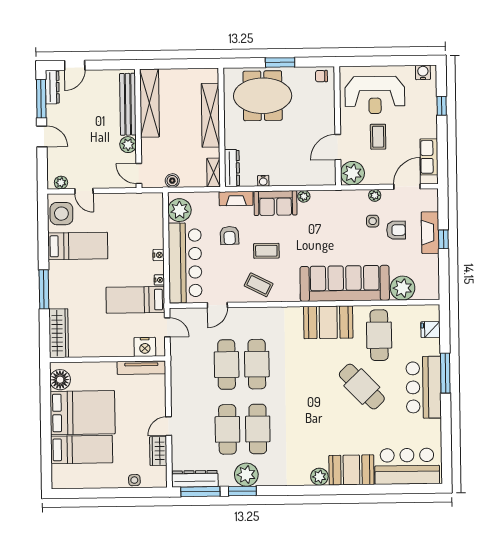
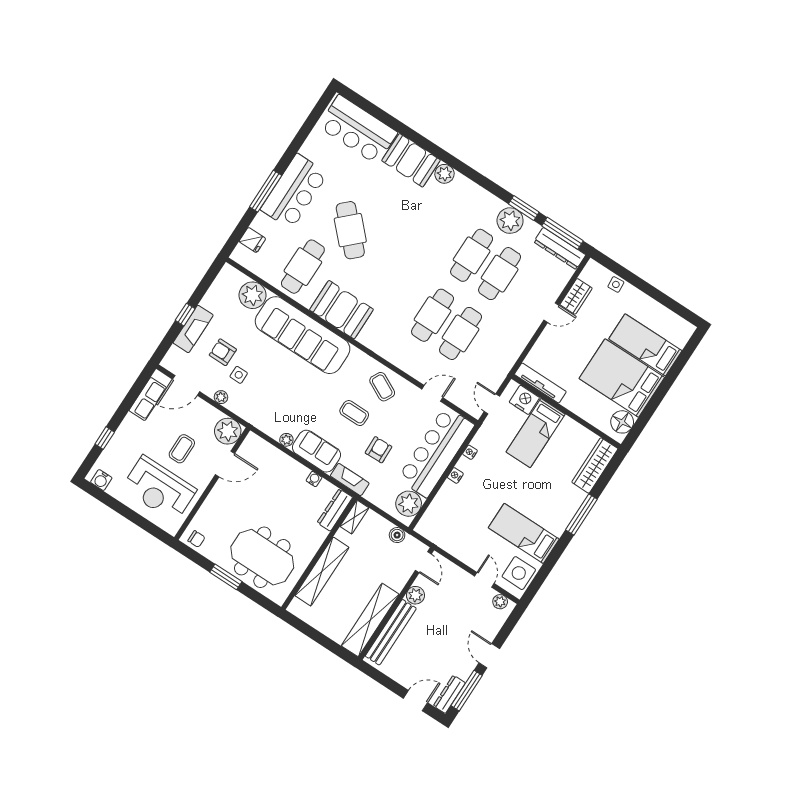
reception desk: (375, 95) -> (159, 489), turned 180
bed: (135, 300) -> (536, 433), moved, turned 90

